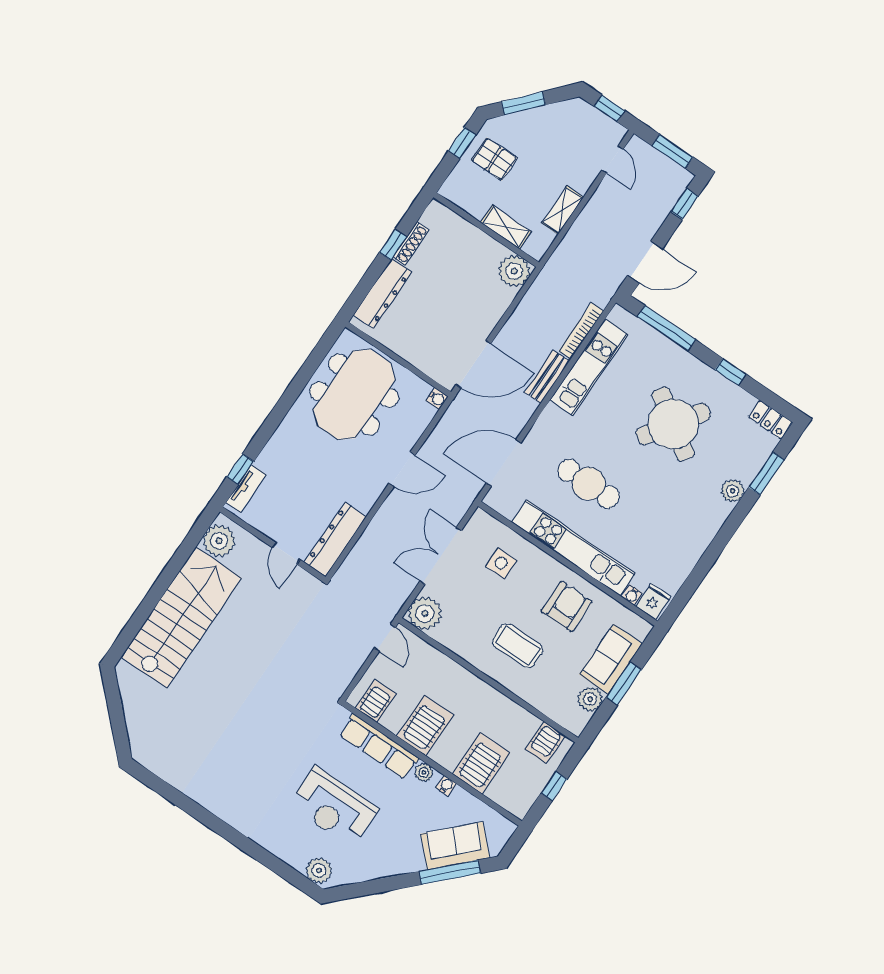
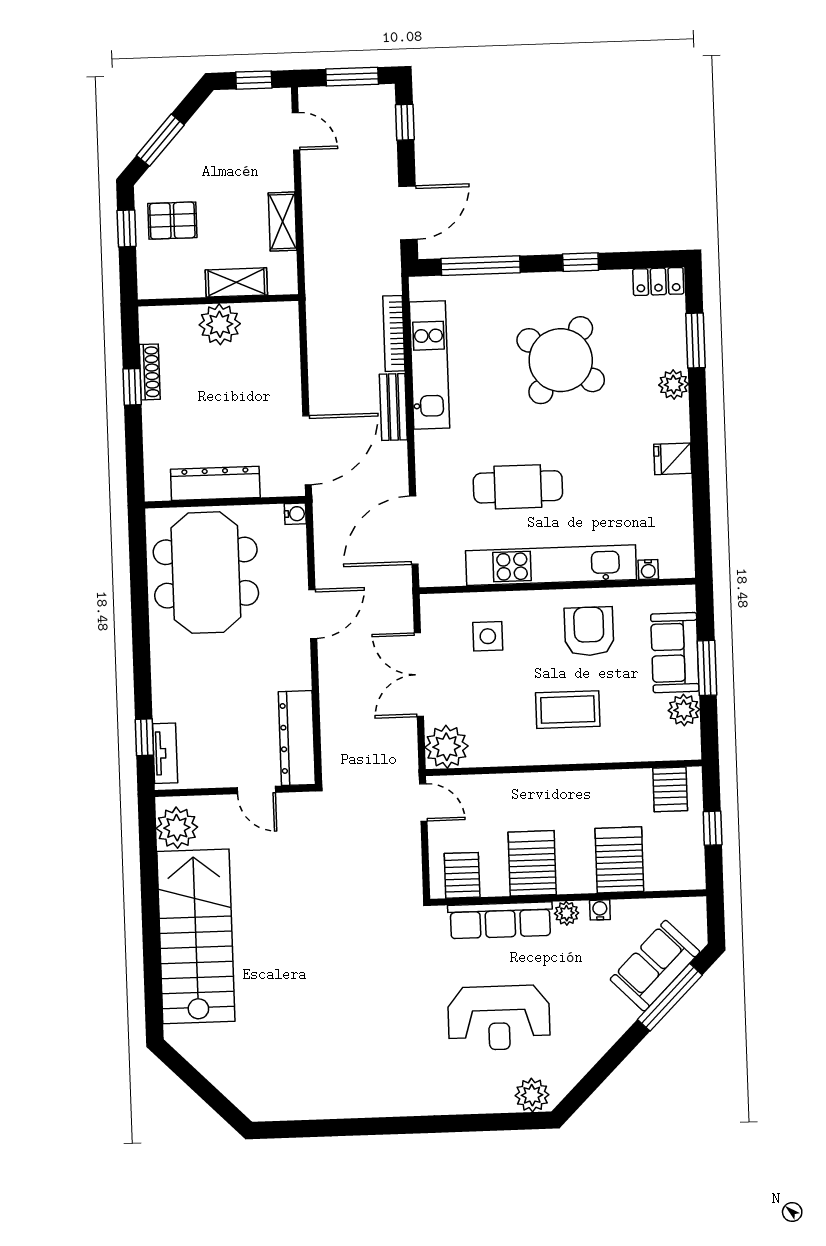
plant: (514, 271) -> (220, 324), moved
dresser: (383, 294) -> (215, 483), moved, turned -90
fridge: (653, 601) -> (673, 459), moved, turned -90

